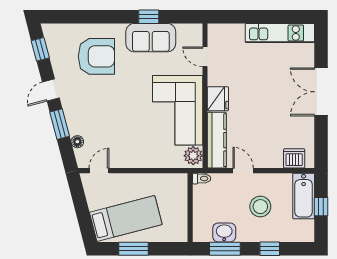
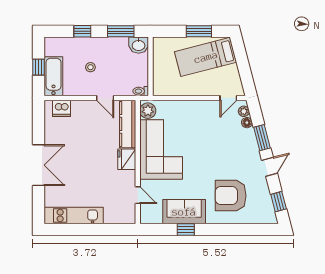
plant: (81, 155) -> (244, 111), added
stool: (260, 207) -> (90, 67), width x0.53, depth x0.53
washbasin: (224, 232) -> (139, 45), moved

